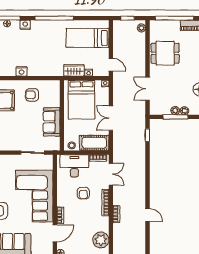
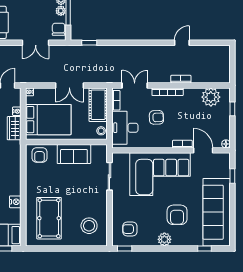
nightstand: (22, 71) -> (15, 202), moved
armchair: (32, 95) -> (40, 155), moved
chair: (159, 109) -> (59, 29), added

